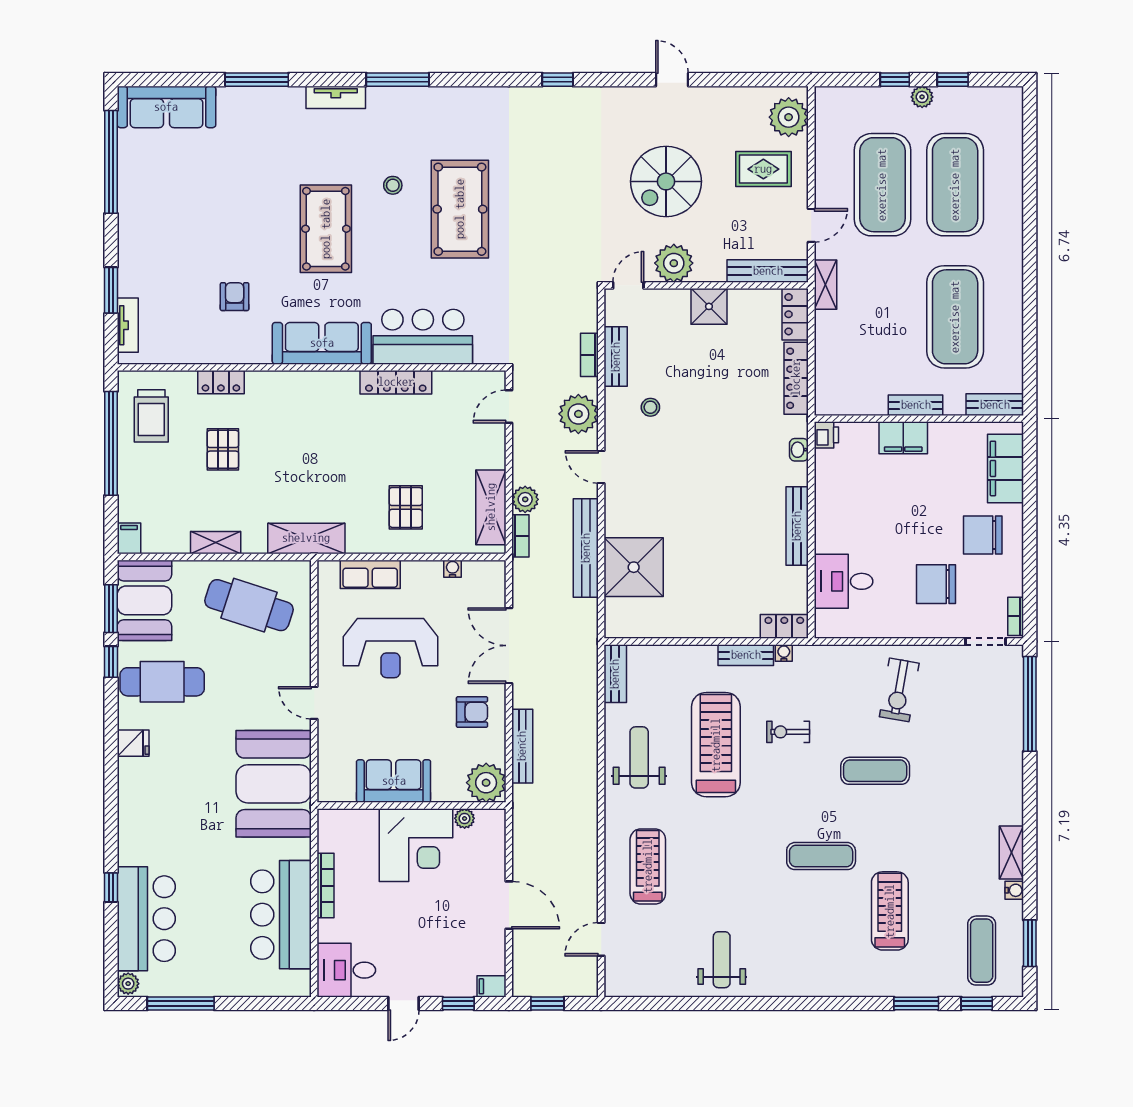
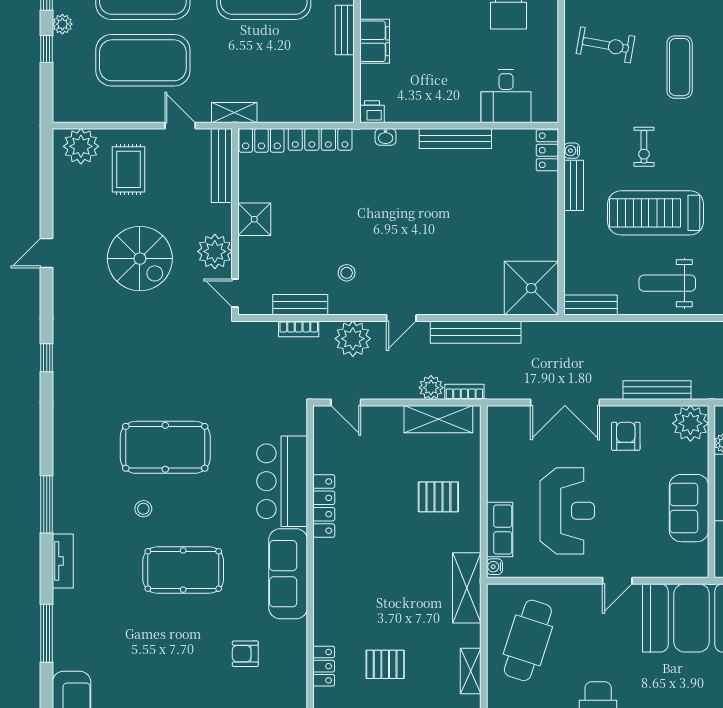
shower: (634, 567) -> (531, 288), moved
water cooler: (452, 569) -> (494, 567), moved

